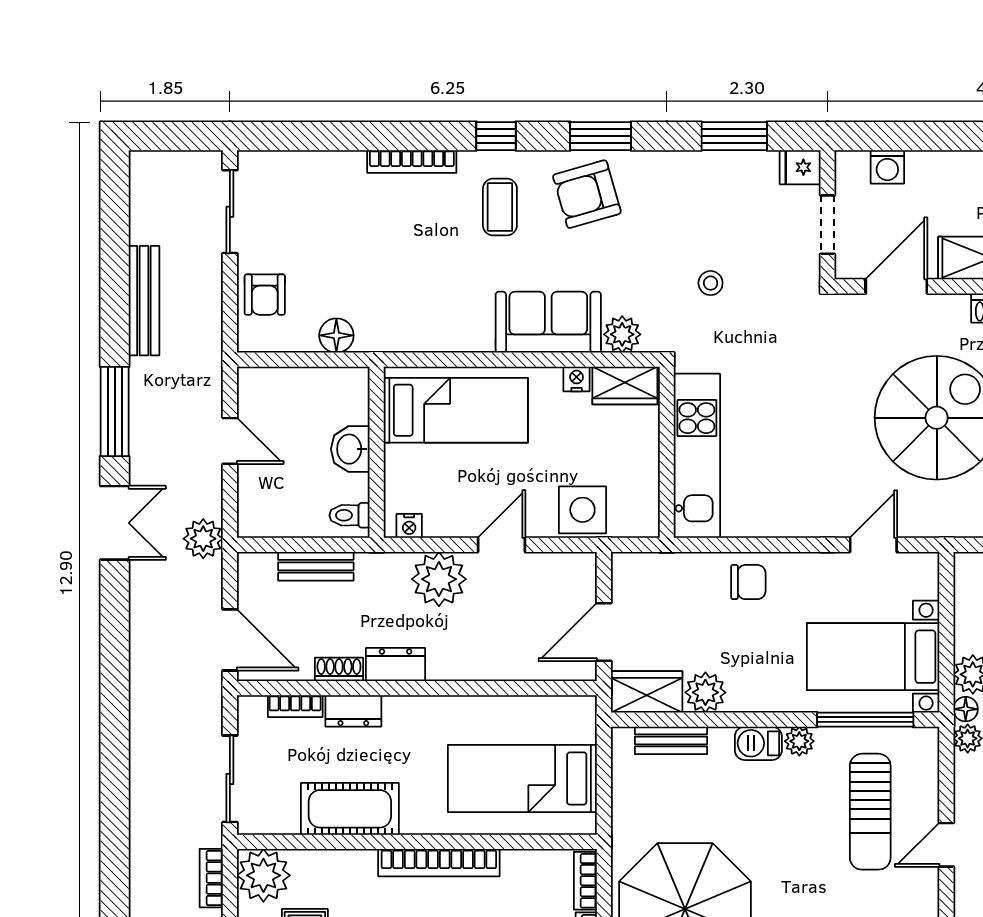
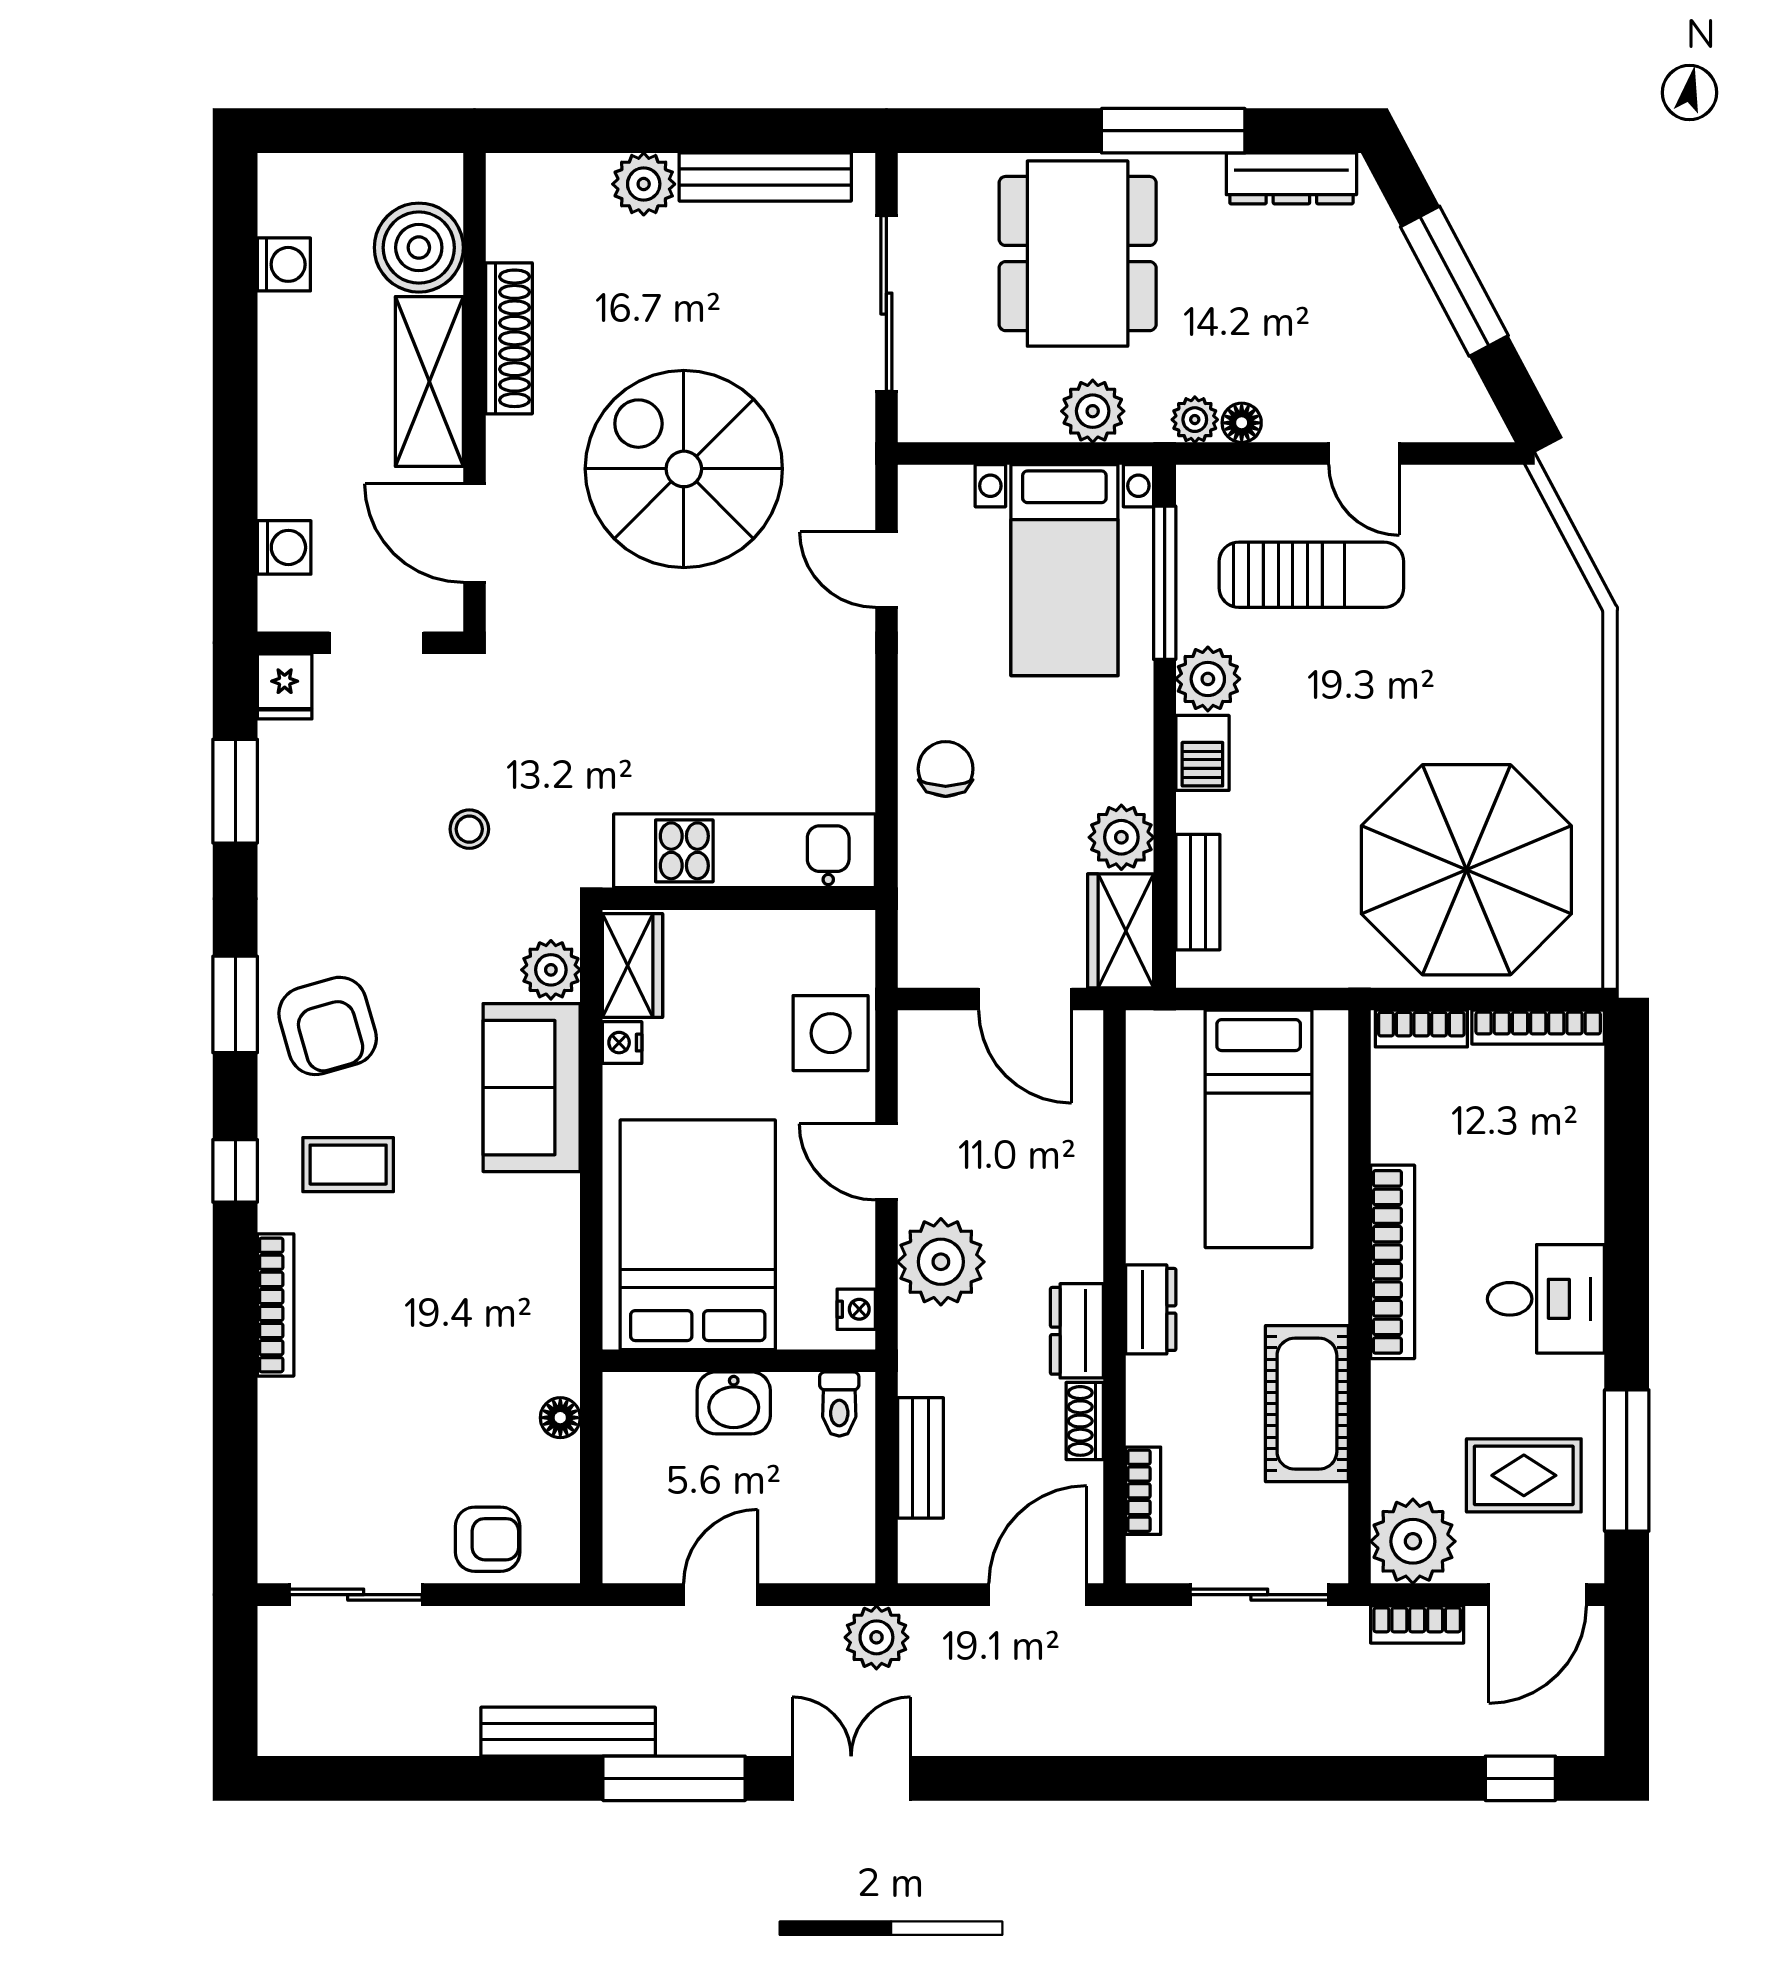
bench: (144, 301) -> (568, 1732), moved
floor lamp: (336, 335) -> (560, 1418), width x0.73, depth x0.73
bed: (456, 410) -> (698, 1235), width x1.50
floor lamp: (966, 709) -> (1242, 423), moved
dresser: (353, 711) -> (1151, 1309), moved
plant: (799, 741) -> (1208, 679), width x1.38, depth x1.38

